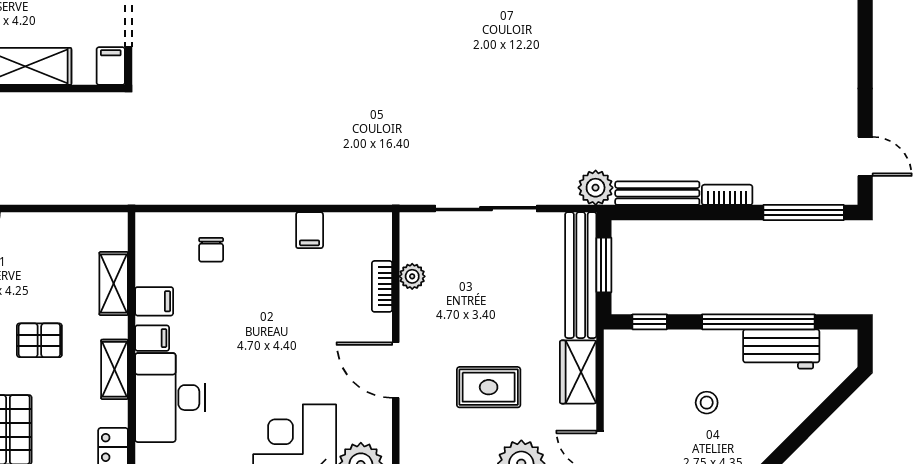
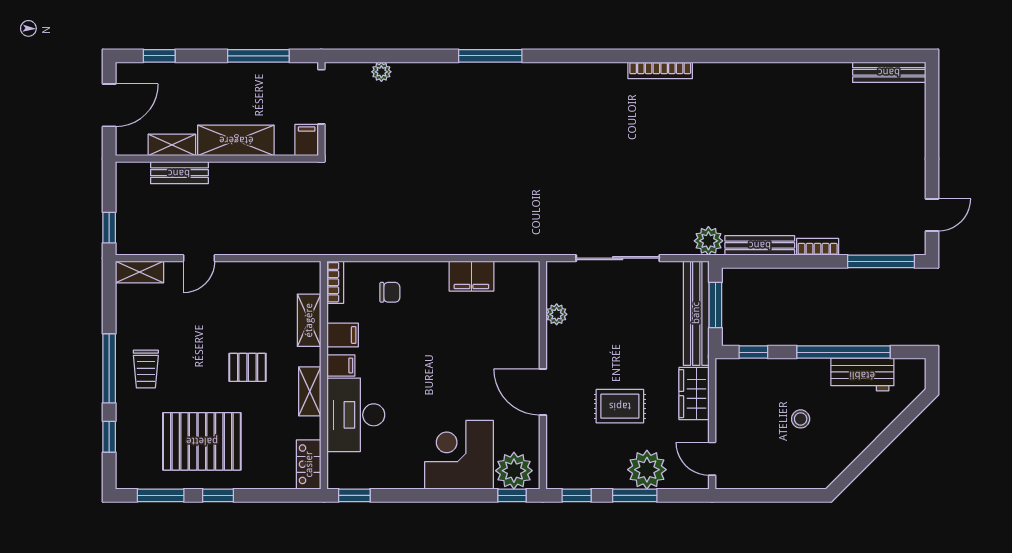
door: (865, 156) -> (932, 215), hinge flipped
filing cabinet: (310, 230) -> (471, 276), width x2.00
chair: (211, 250) -> (390, 292), turned -90
bookcase: (382, 286) -> (335, 282), moved, turned 180

